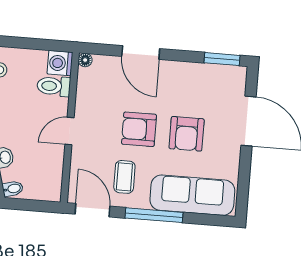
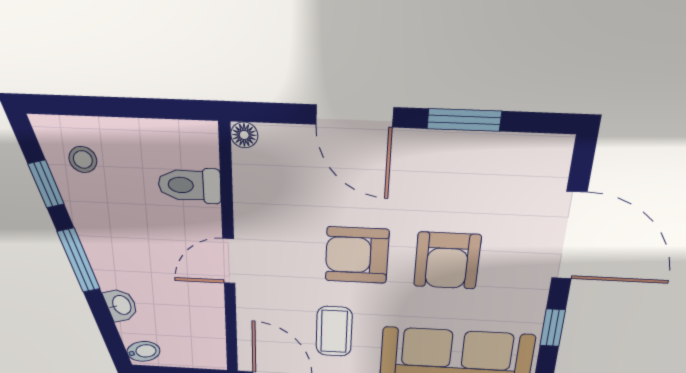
window: (222, 59) -> (464, 120), moved
washing machine: (60, 63) -> (196, 143), removed
window: (244, 177) -> (553, 328), added

